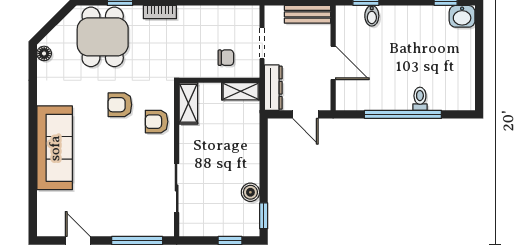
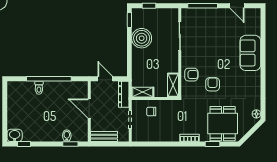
armchair: (120, 105) -> (213, 84), turned -90
sofa: (55, 148) -> (250, 53), width x0.73
boiler: (250, 192) -> (142, 38), width x1.86, depth x1.86

